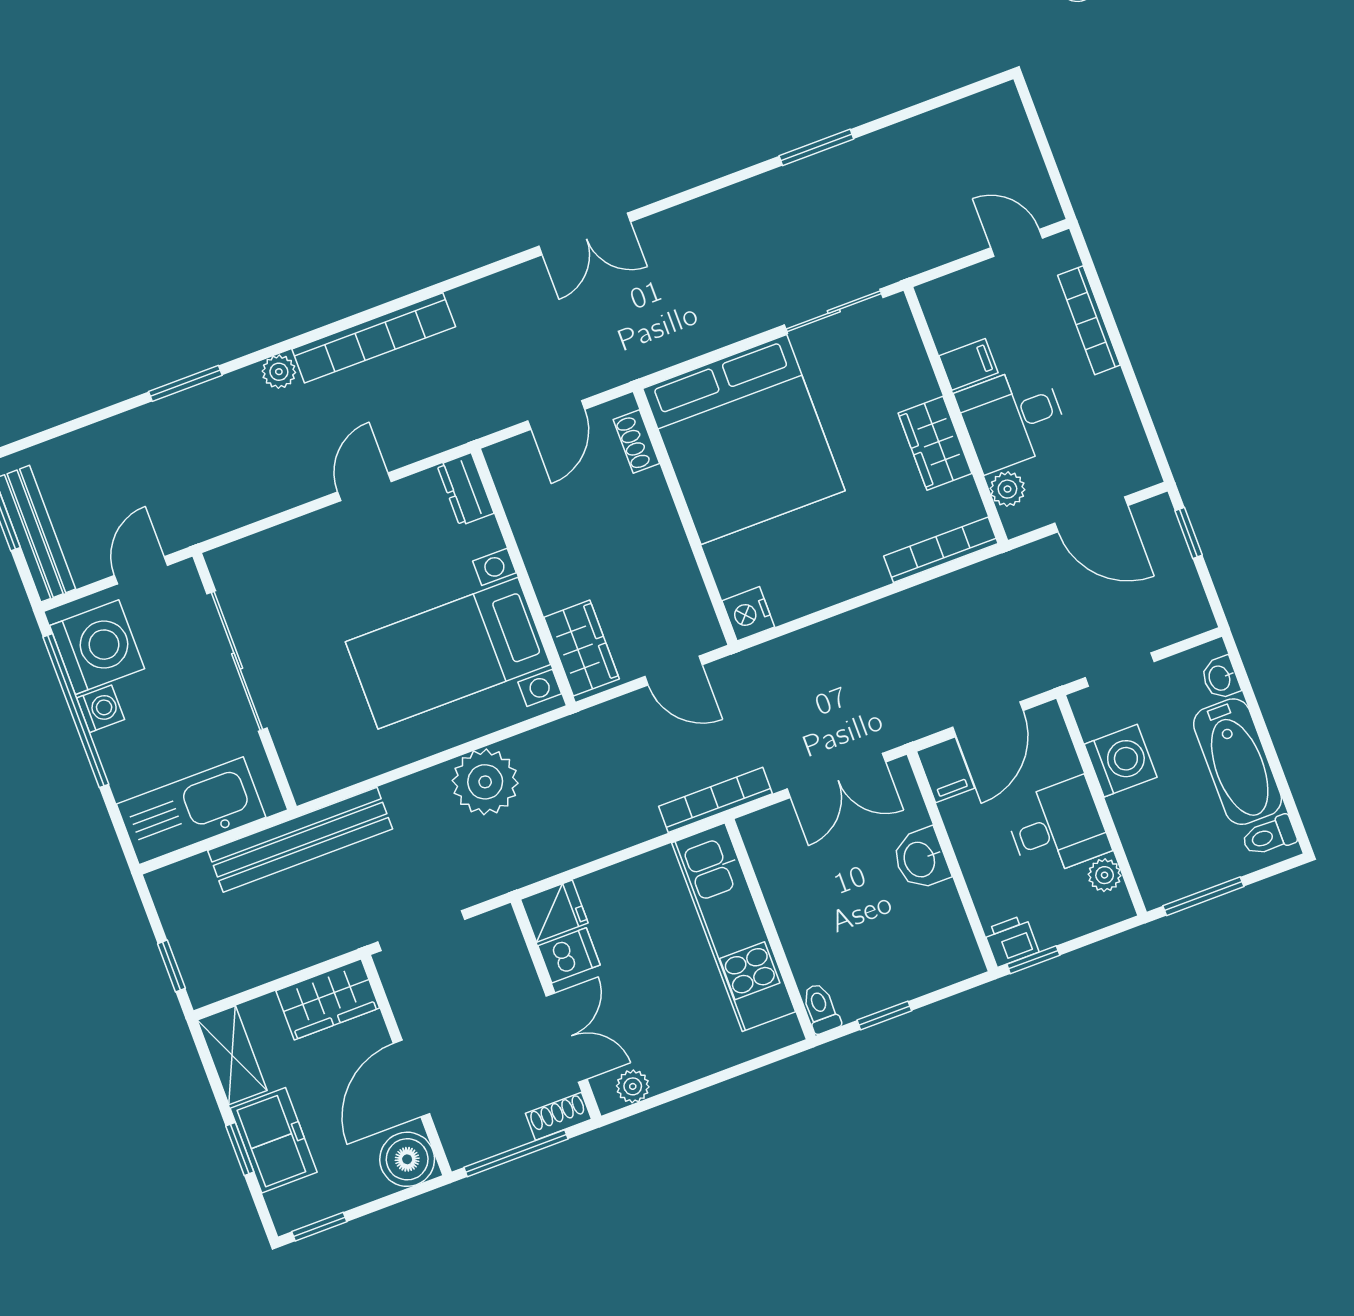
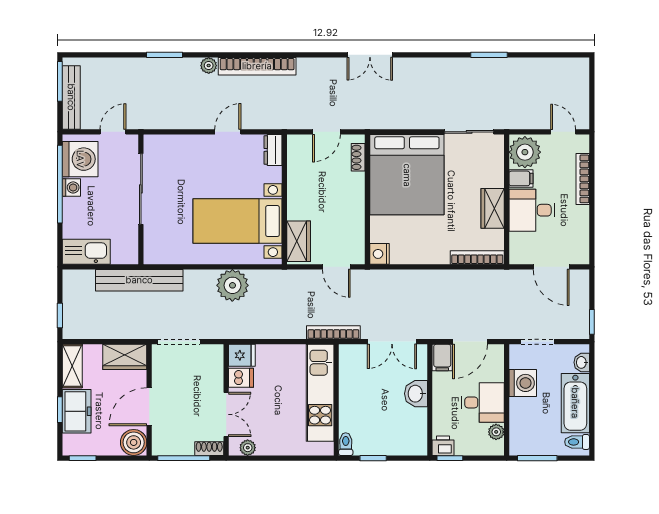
plant: (1007, 489) -> (525, 152), moved, width x1.87, depth x1.87
window: (1189, 533) -> (592, 322), moved
kitchen sink: (191, 811) -> (86, 252), width x0.73, depth x0.81

